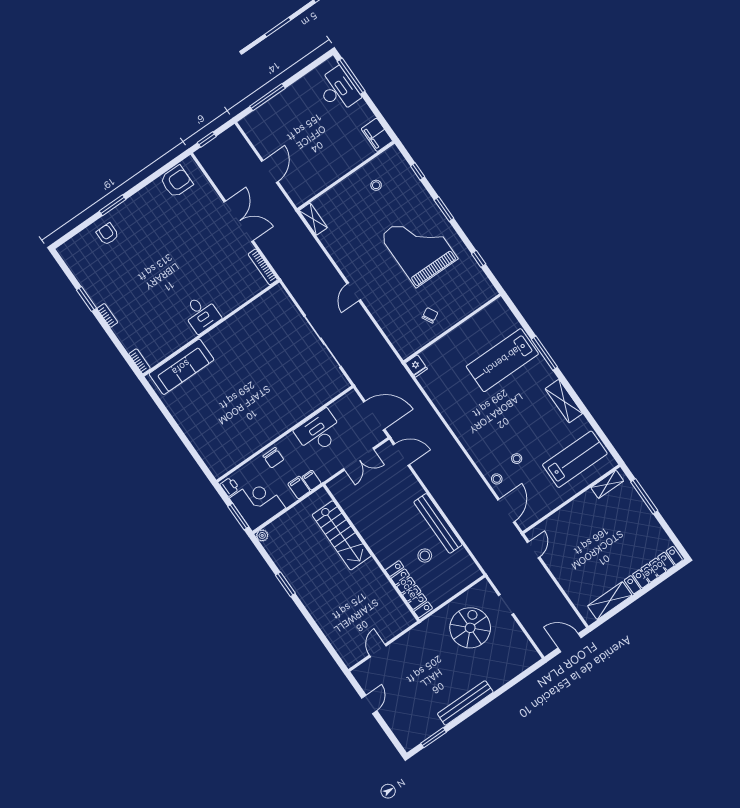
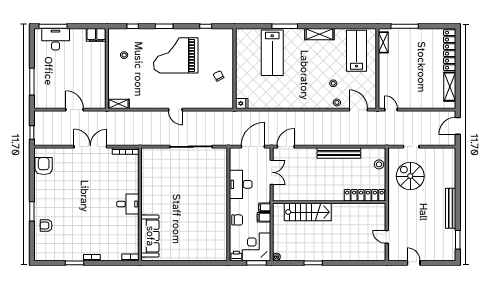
stool: (425, 556) -> (379, 164), moved

